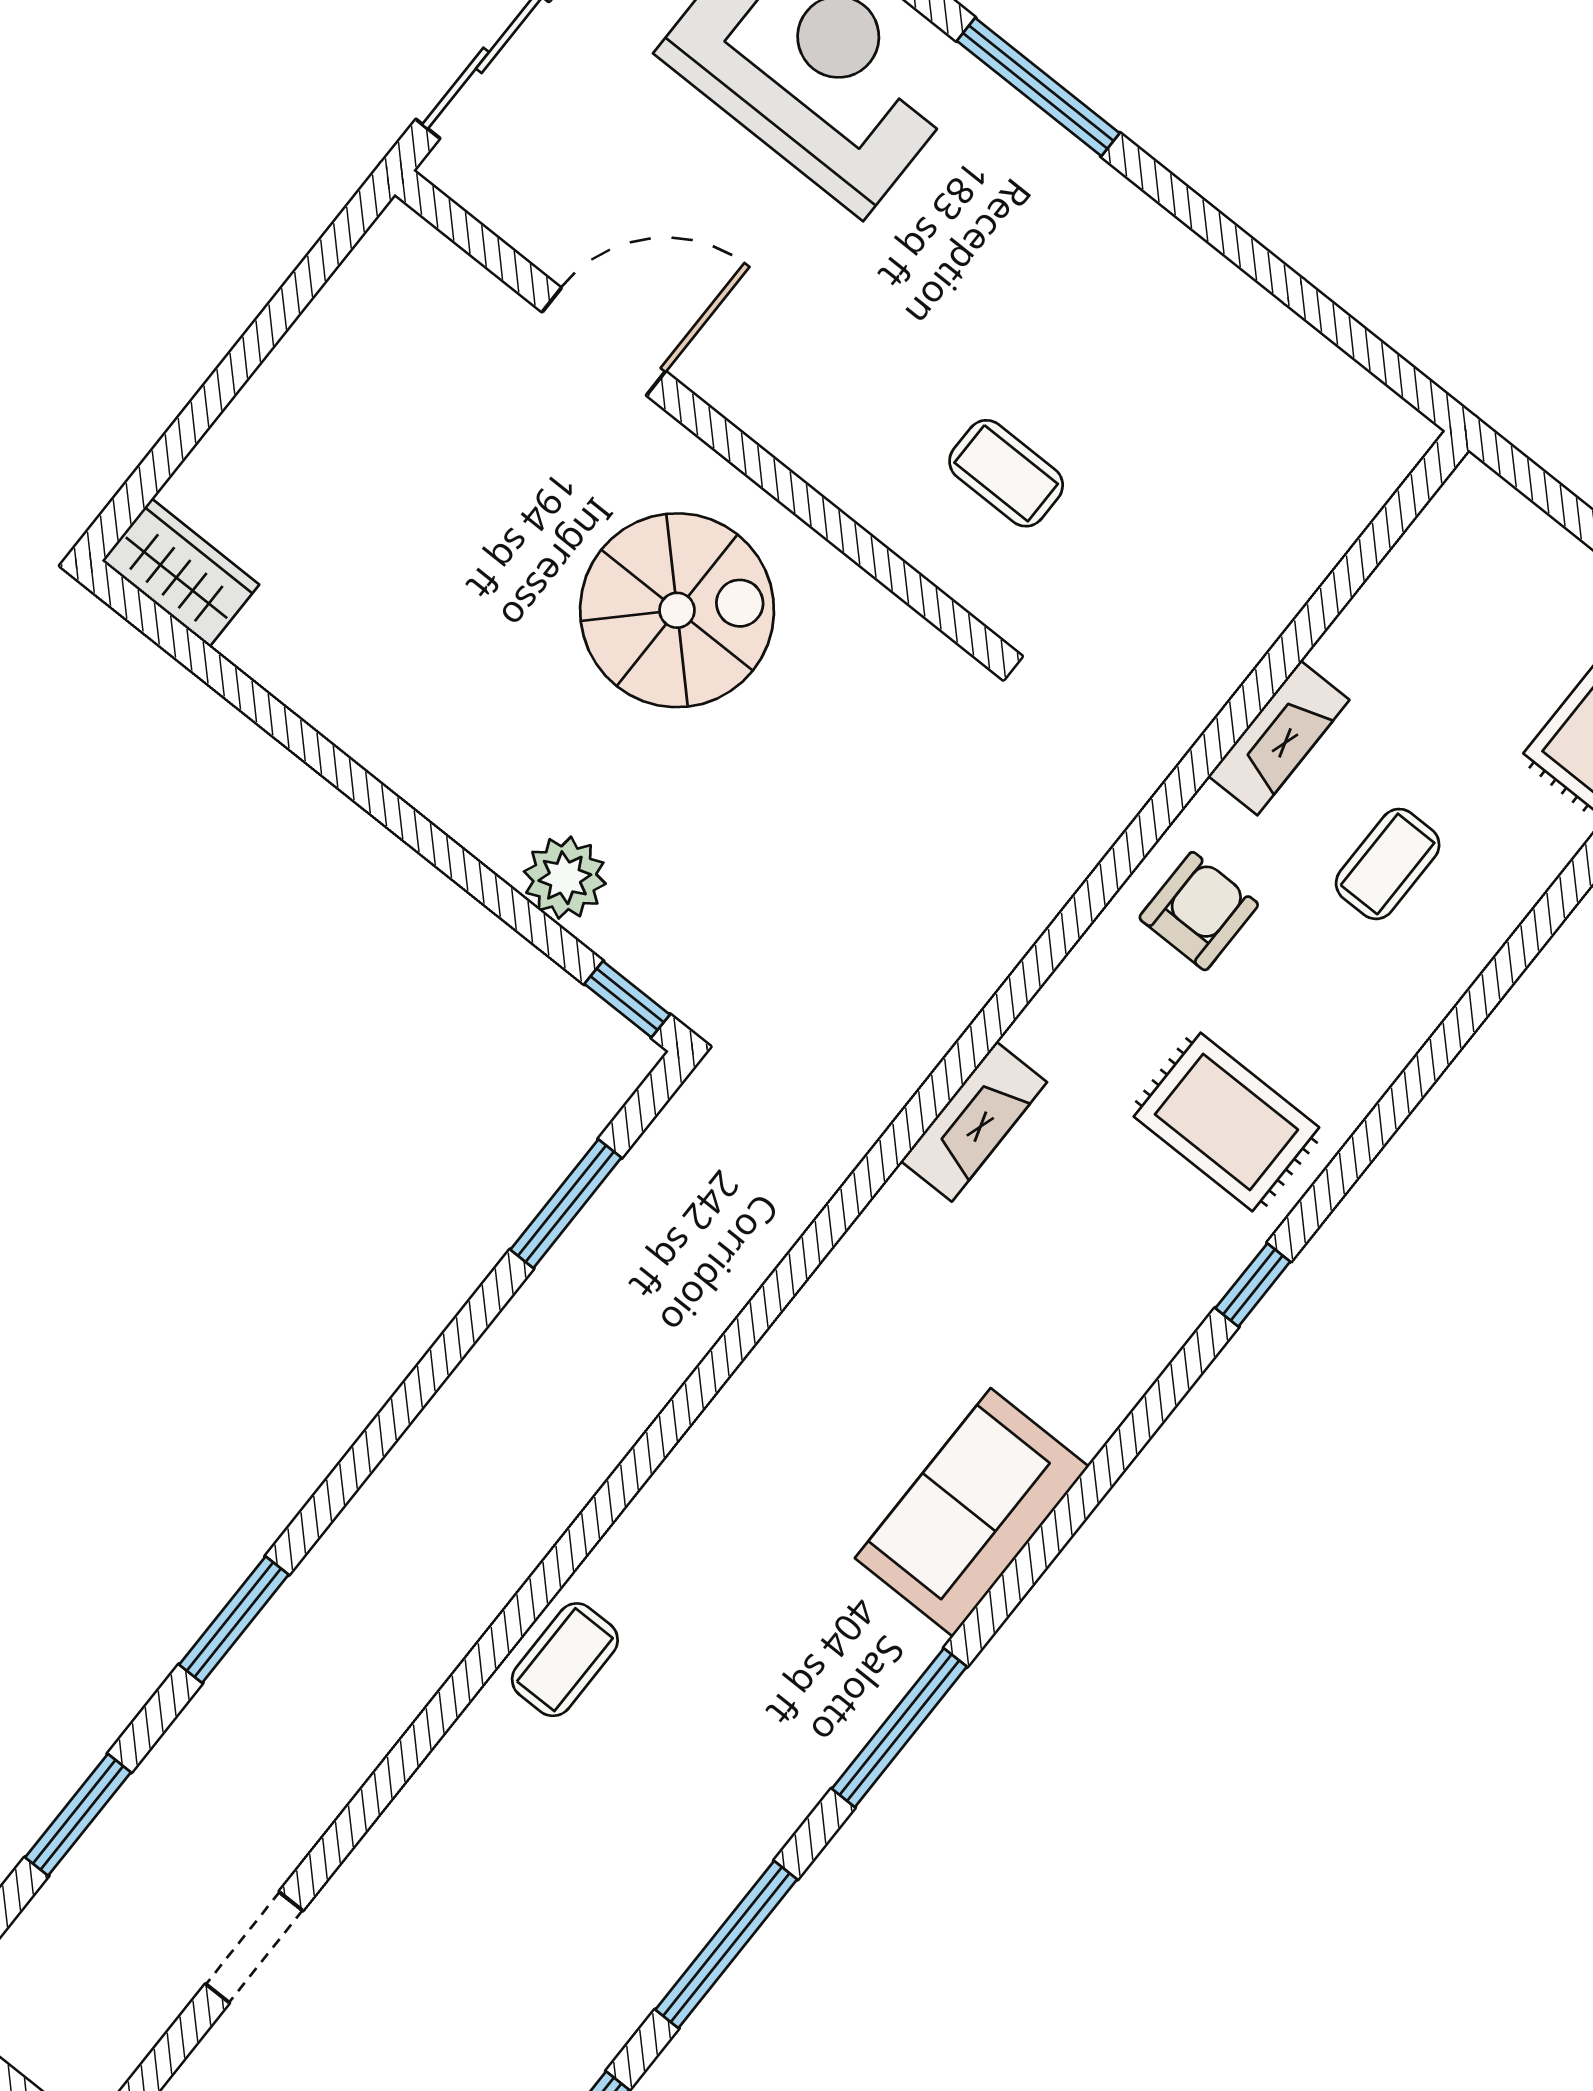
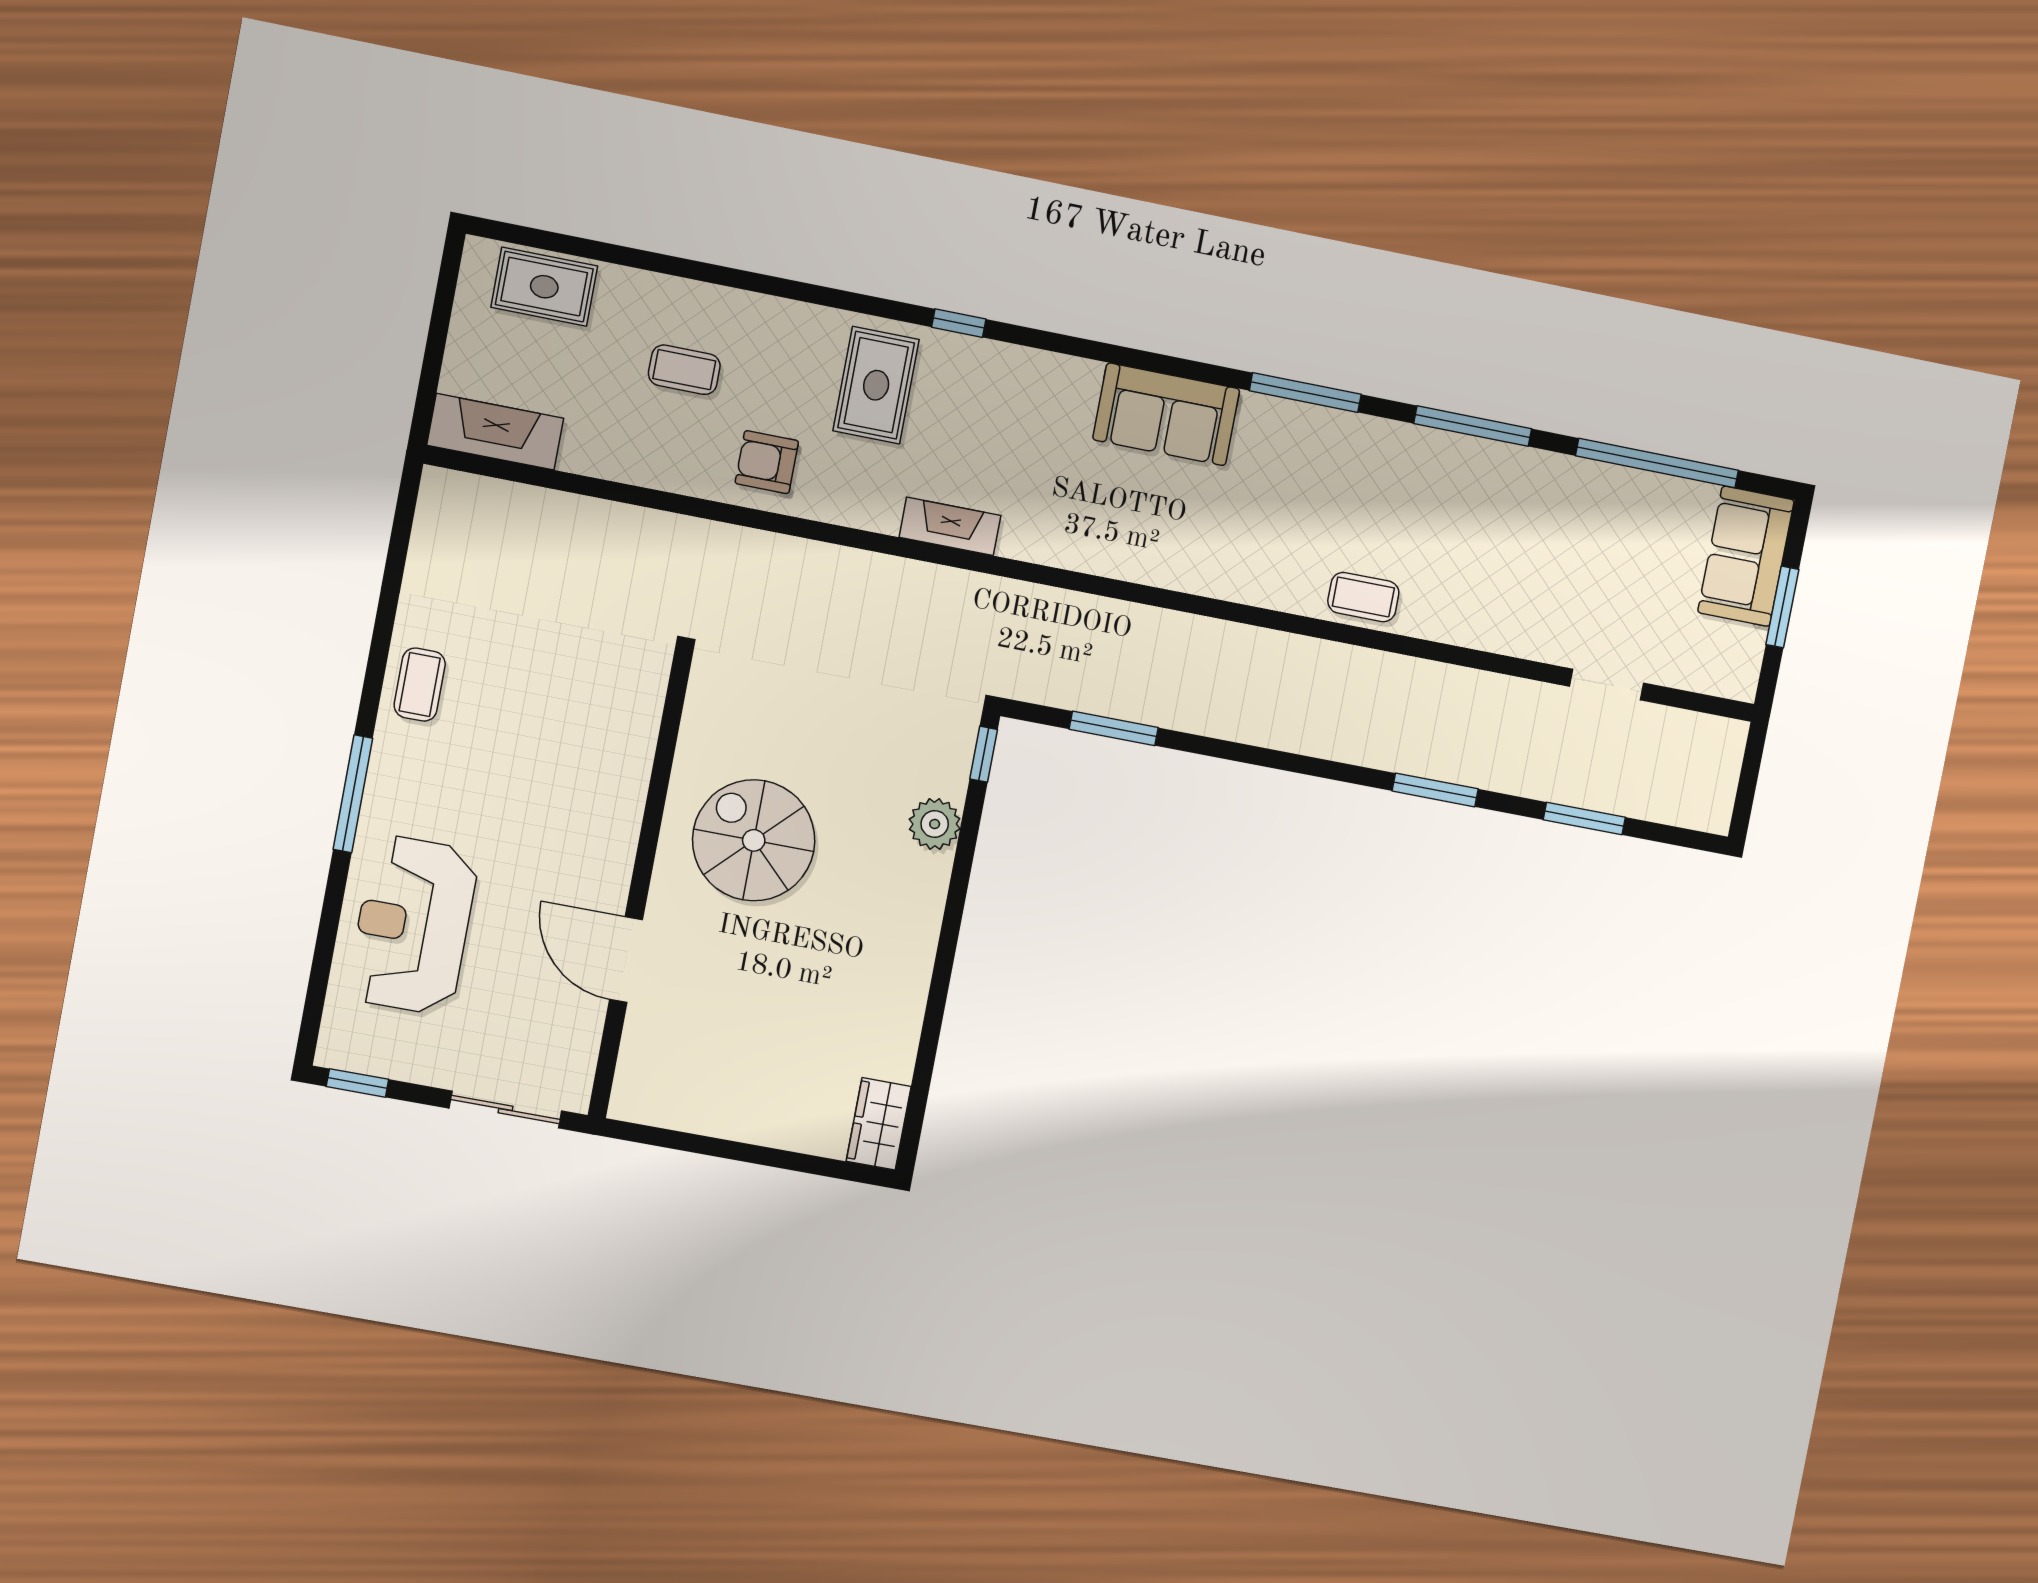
coffee table: (1006, 473) -> (420, 685), moved
fireplace: (1279, 738) -> (495, 432), moved, width x1.37, depth x1.32

